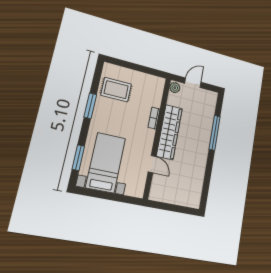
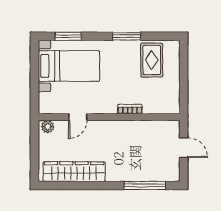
plant: (175, 88) -> (48, 127), moved
wardrobe: (169, 132) -> (74, 172), moved, turned 180
window: (215, 133) -> (145, 185), moved

